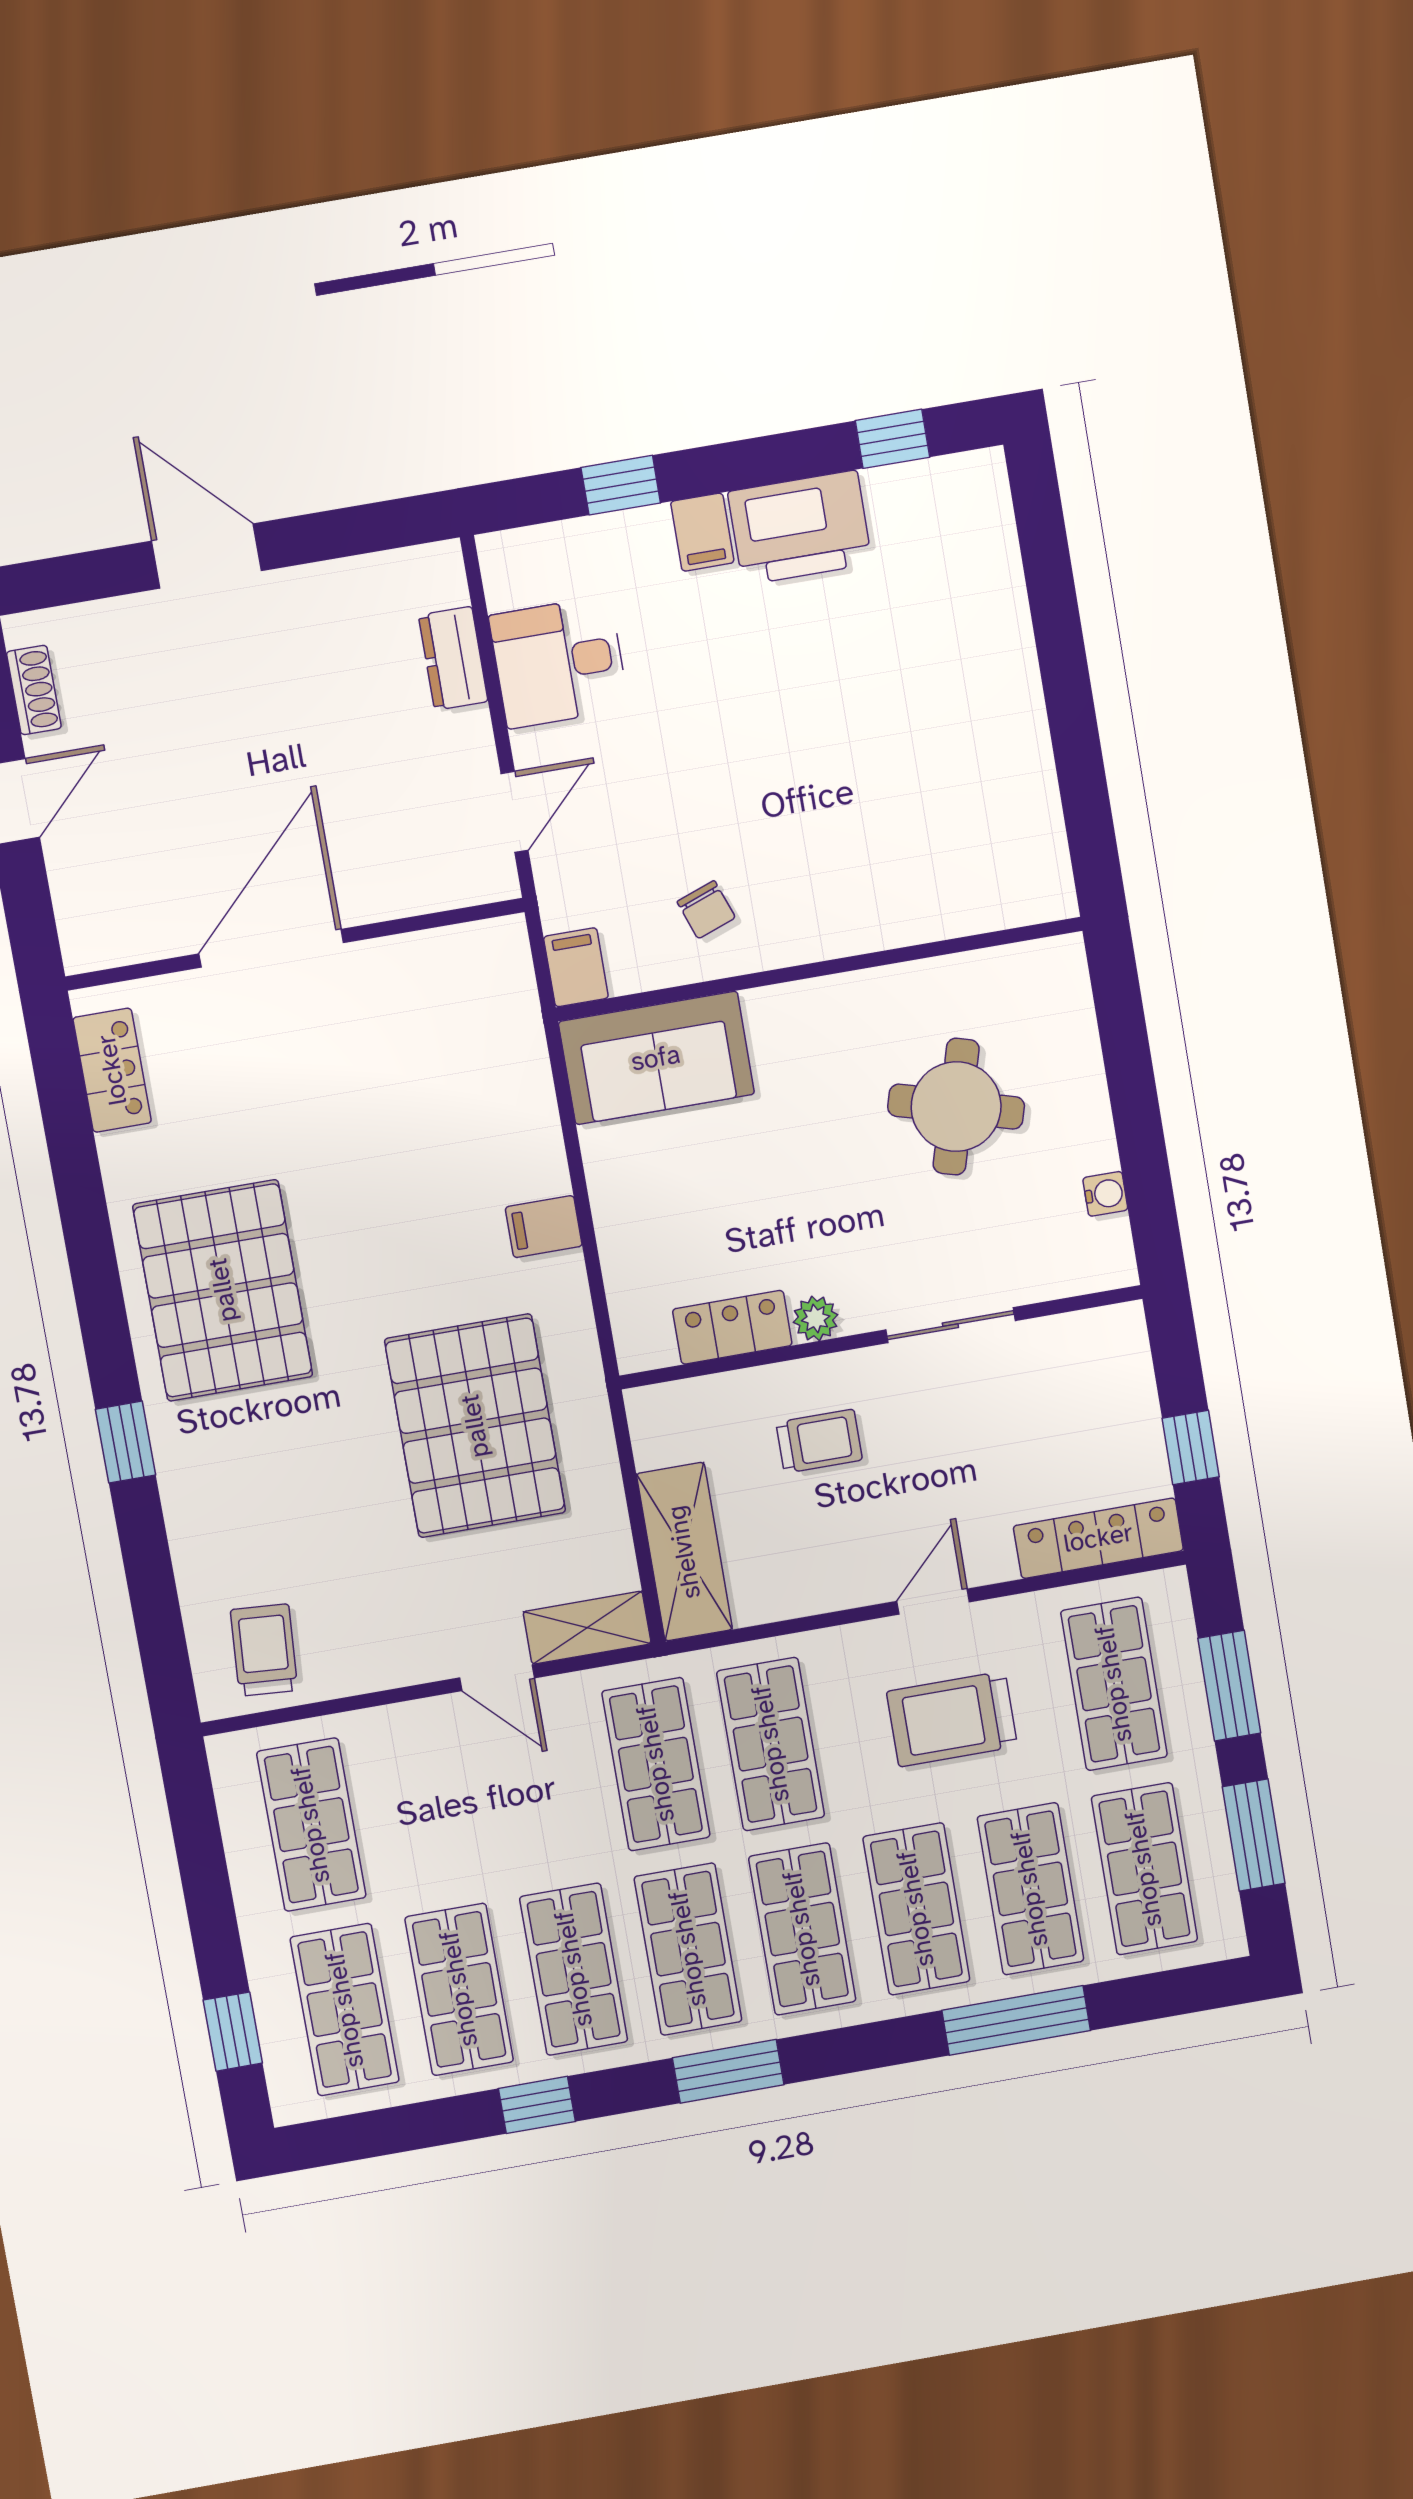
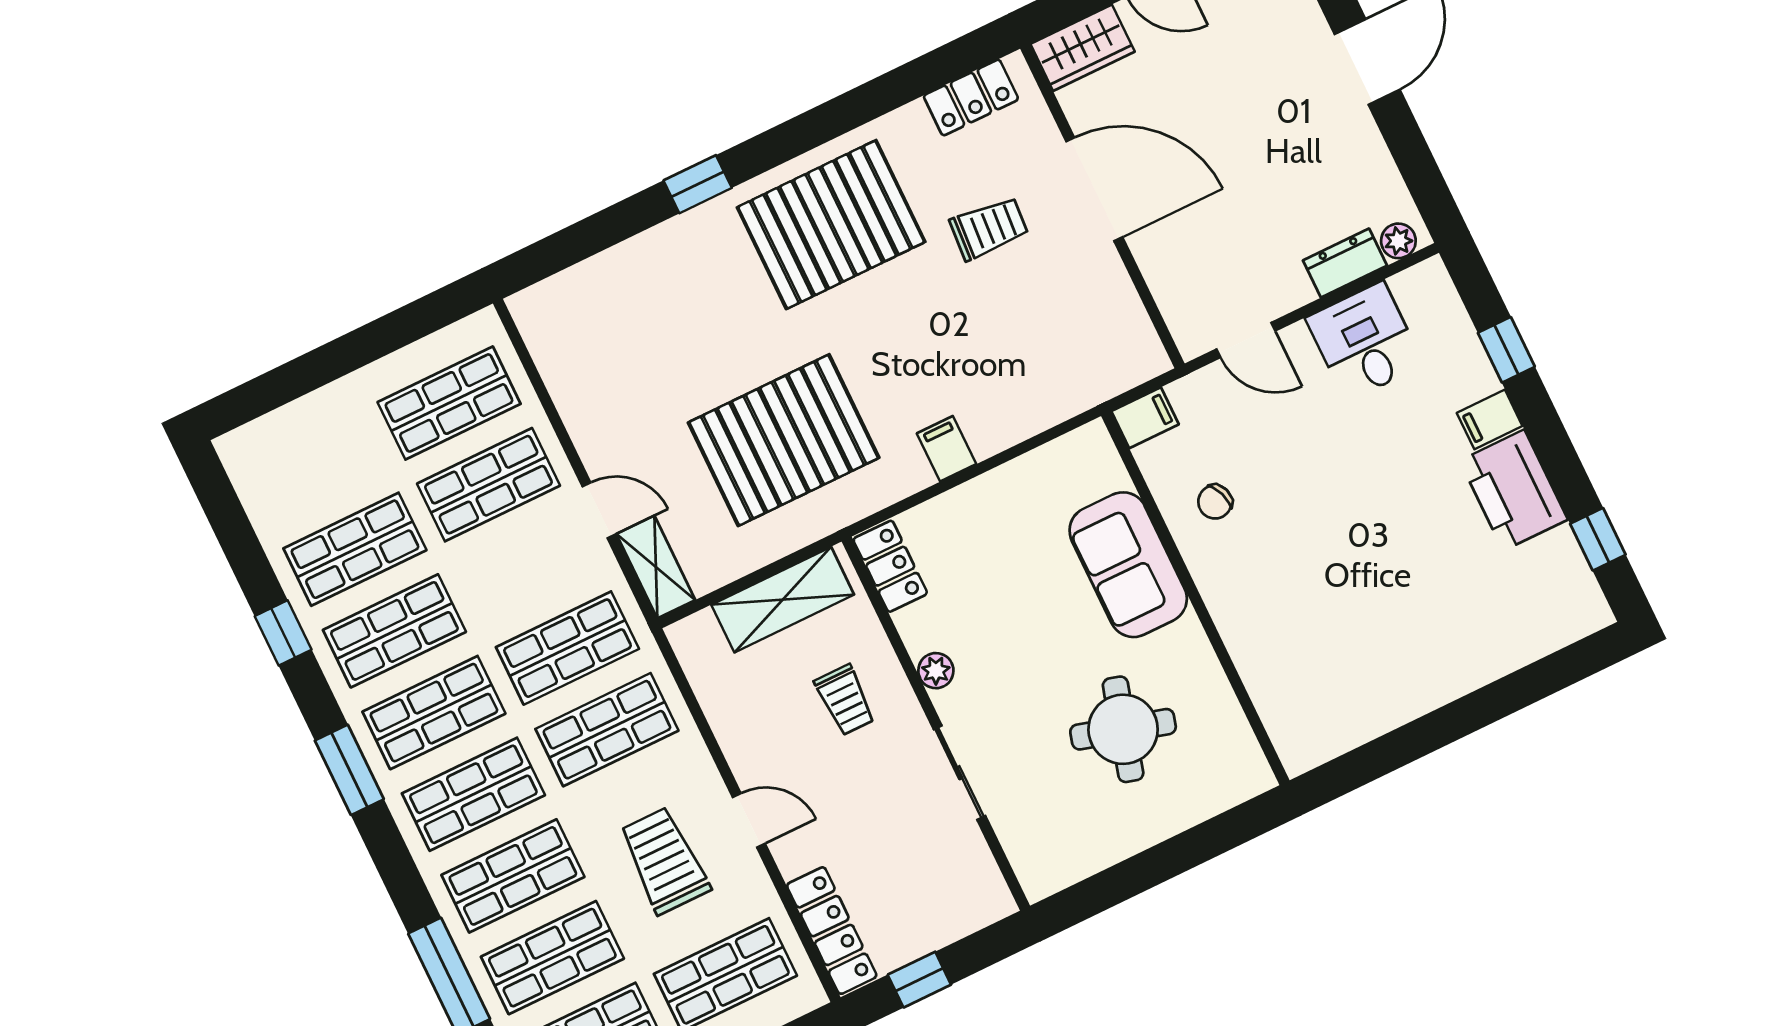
plant: (444, 582) -> (1398, 241), added
wardrobe: (88, 912) -> (1082, 48), added
sofa: (656, 1058) -> (1128, 565), moved
water cooler: (1105, 1194) -> (1090, 860), removed
locker: (732, 1327) -> (890, 566), moved
shelving: (684, 1552) -> (783, 600), moved
trolley: (264, 1650) -> (989, 228), moved
door: (497, 1678) -> (599, 510), swing flipped
shop shelf: (345, 2010) -> (489, 485), moved
window: (233, 2032) -> (275, 388), removed

